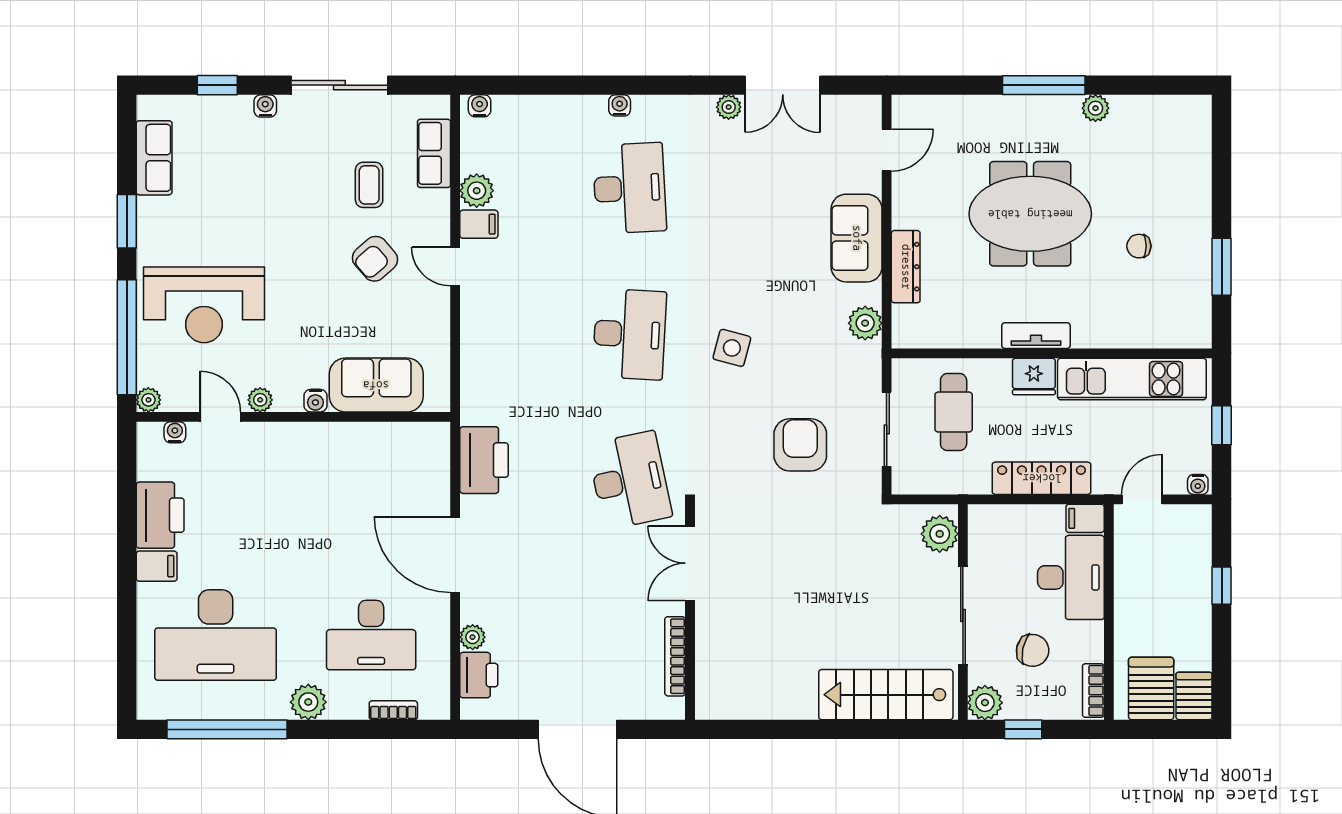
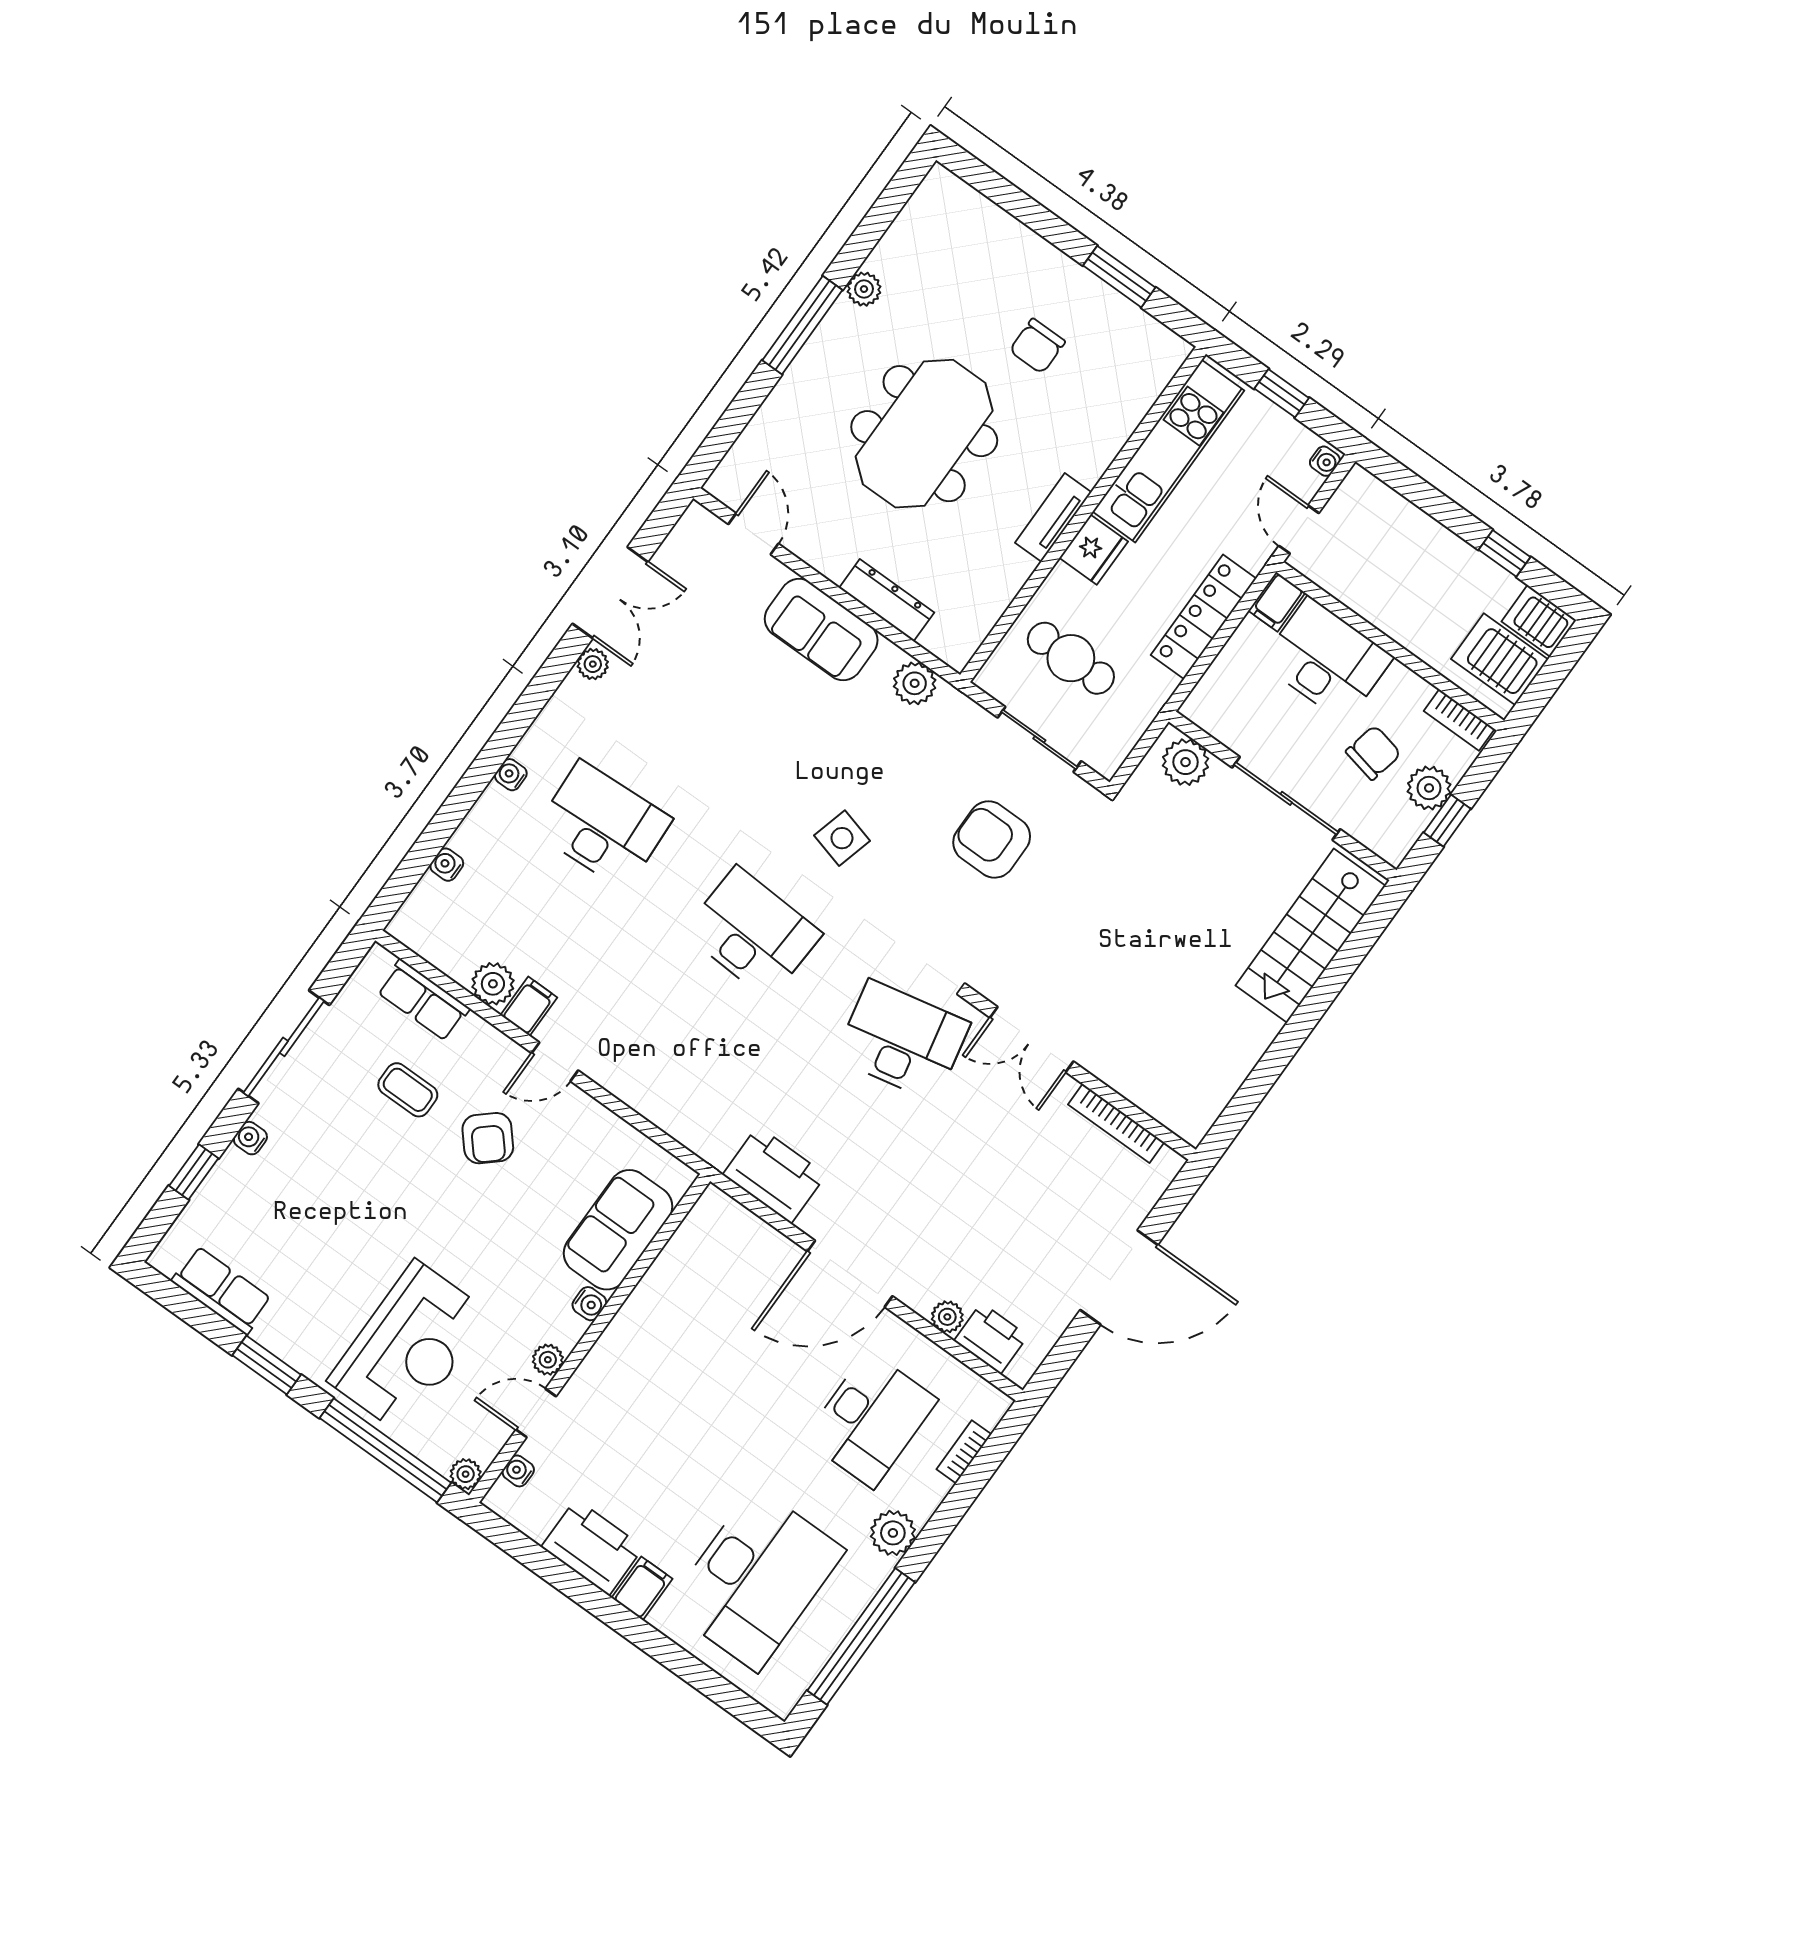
water cooler: (480, 106) -> (447, 865), moved
chair: (1139, 246) -> (1037, 346), width x1.37, depth x1.37
window: (1222, 586) -> (1504, 553), moved
plant: (985, 703) -> (1429, 788), moved

